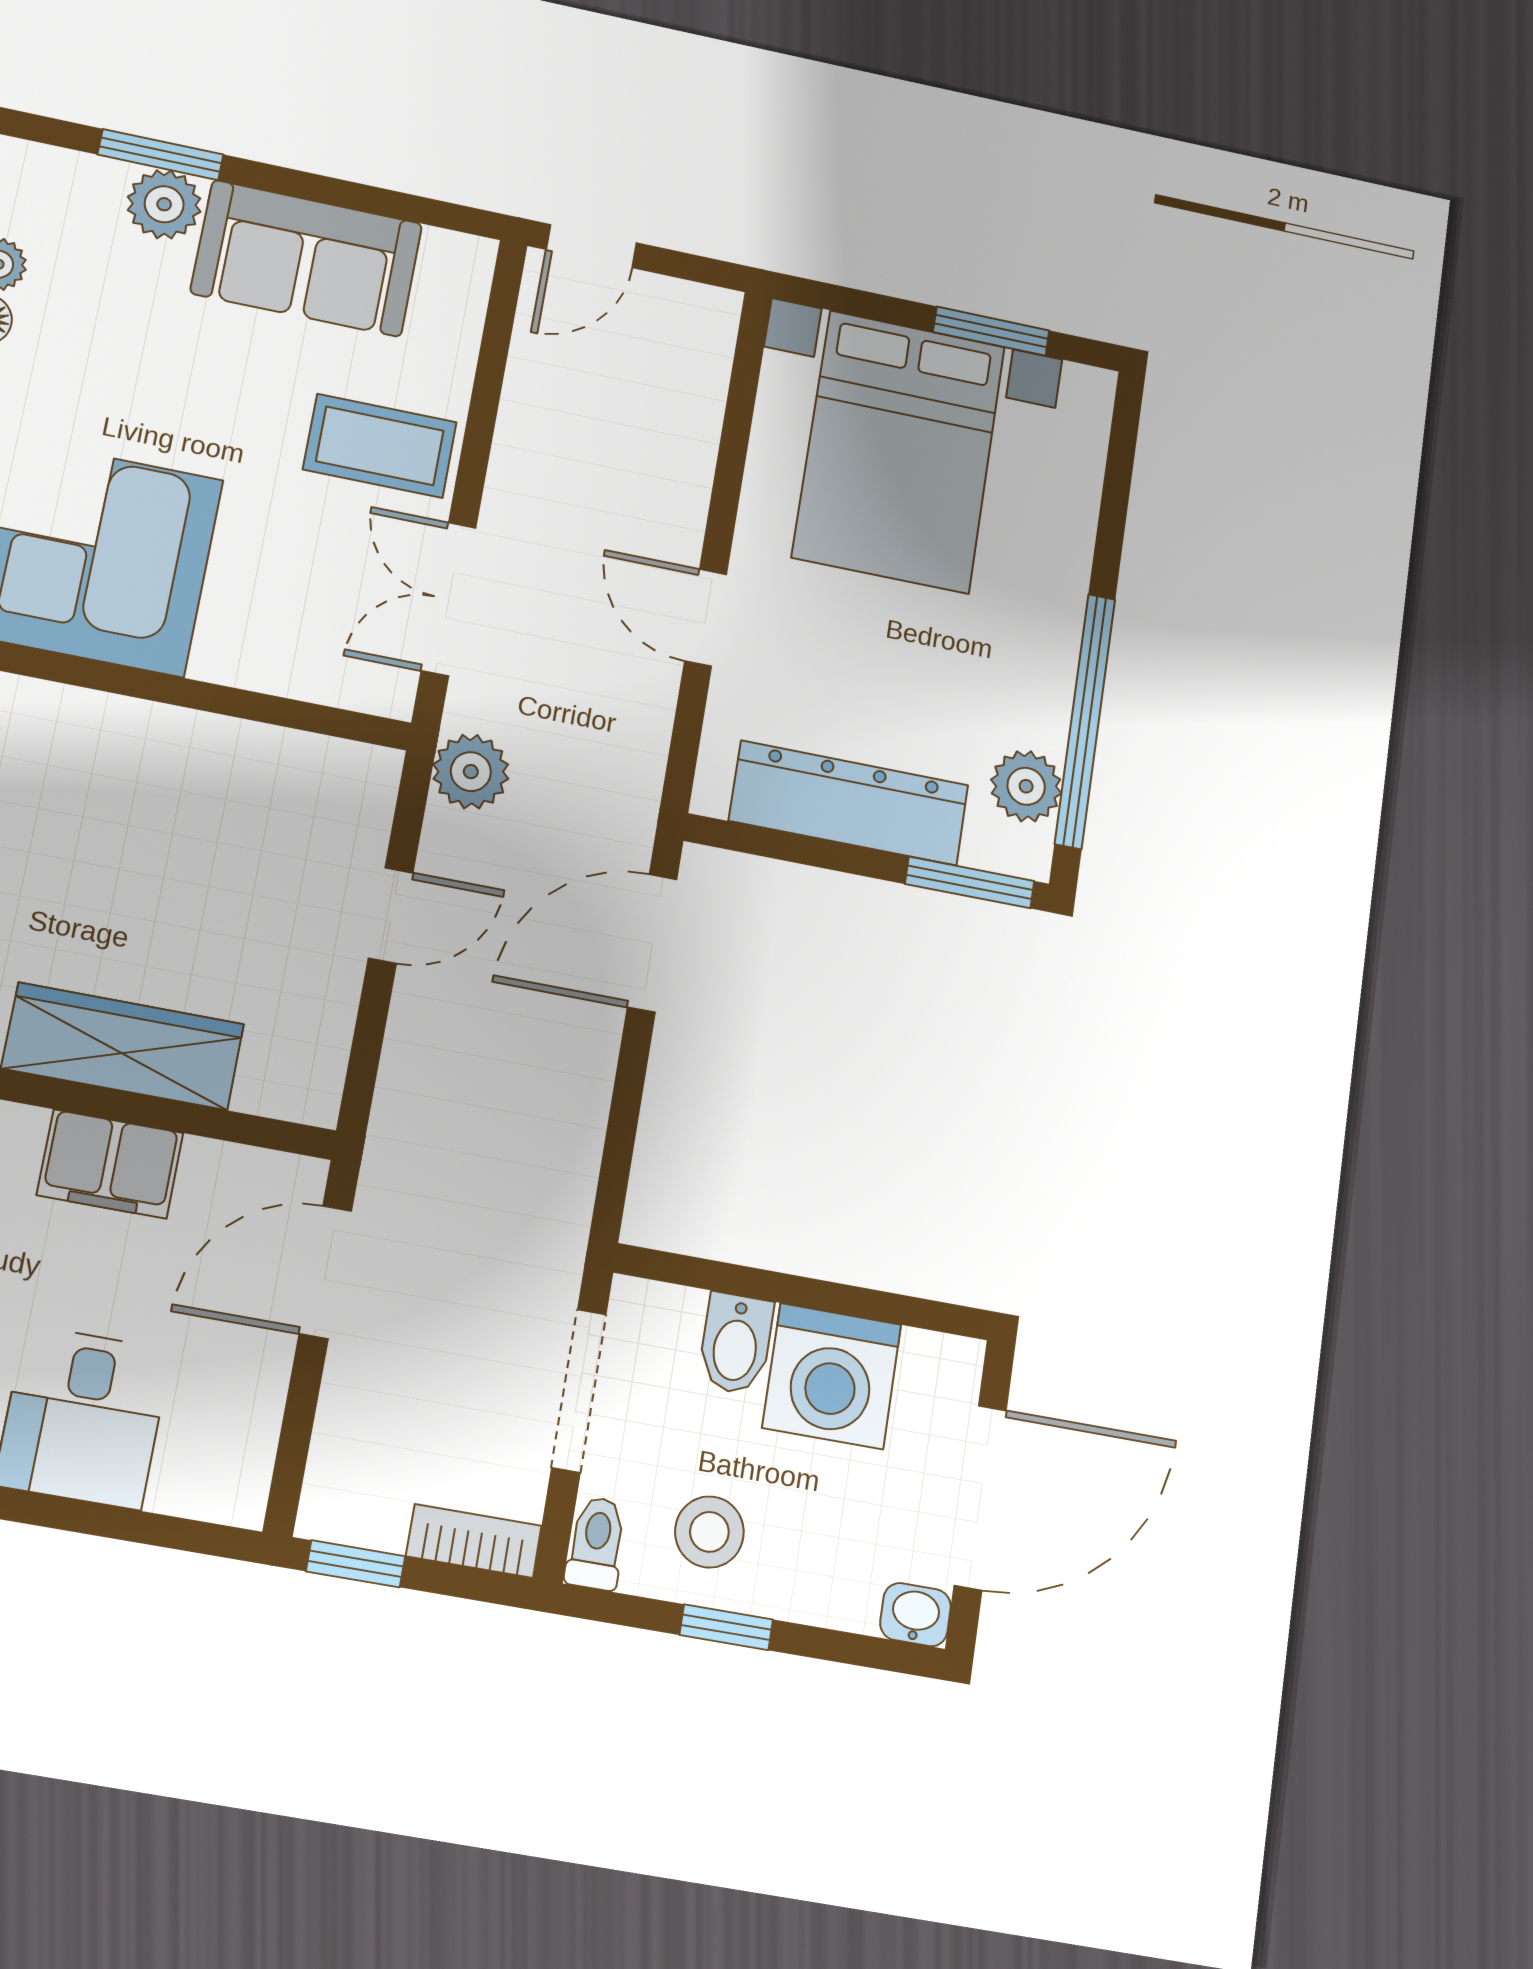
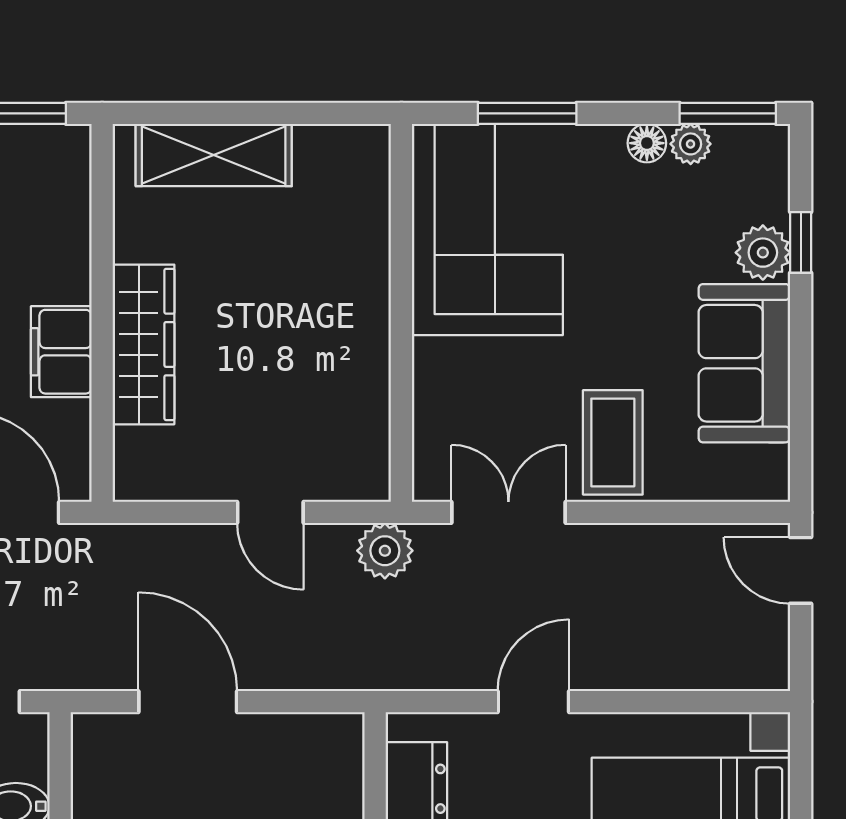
window: (161, 155) -> (801, 242), width x0.67
door: (652, 943) -> (188, 702), moved

